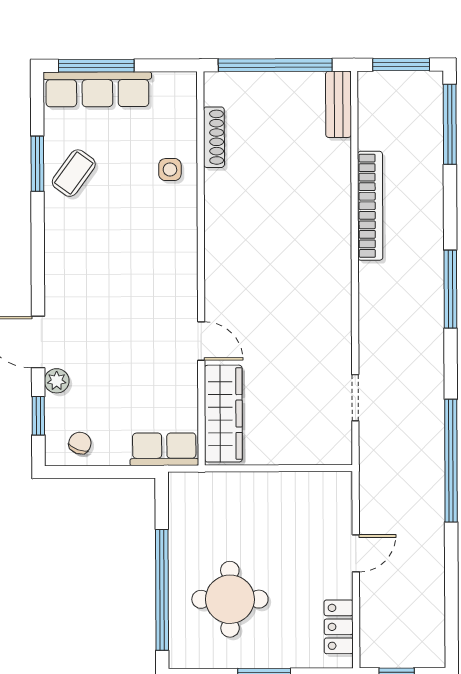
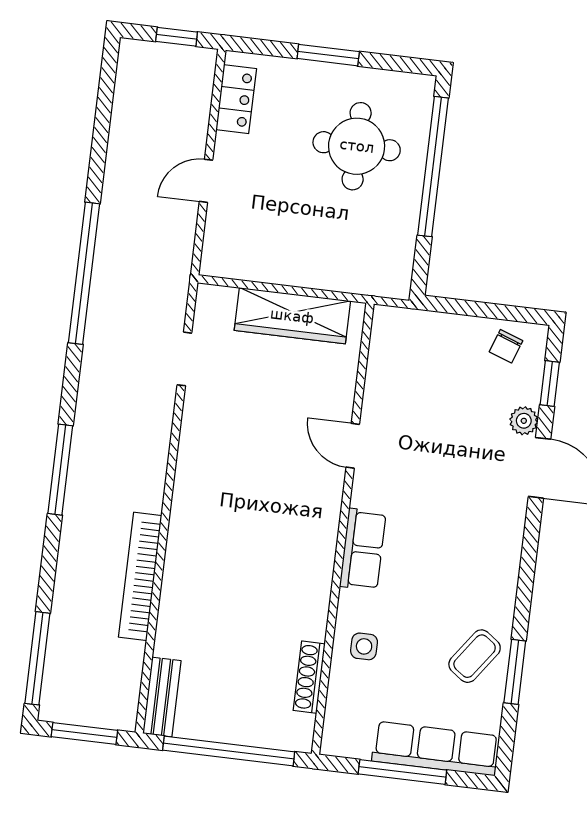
window: (96, 66) -> (402, 772), moved
wardrobe: (223, 414) -> (292, 316), moved, turned -90
row of seats: (164, 449) -> (363, 549), moved, turned -90

